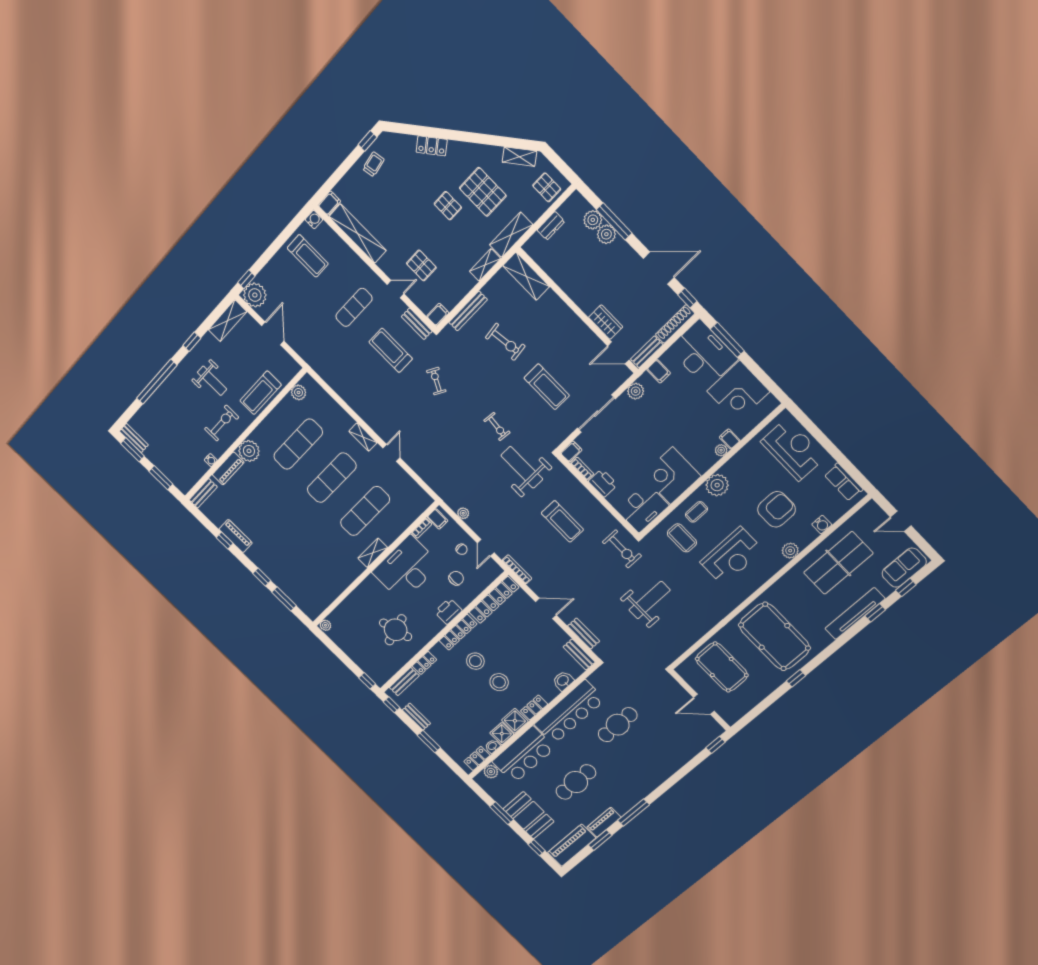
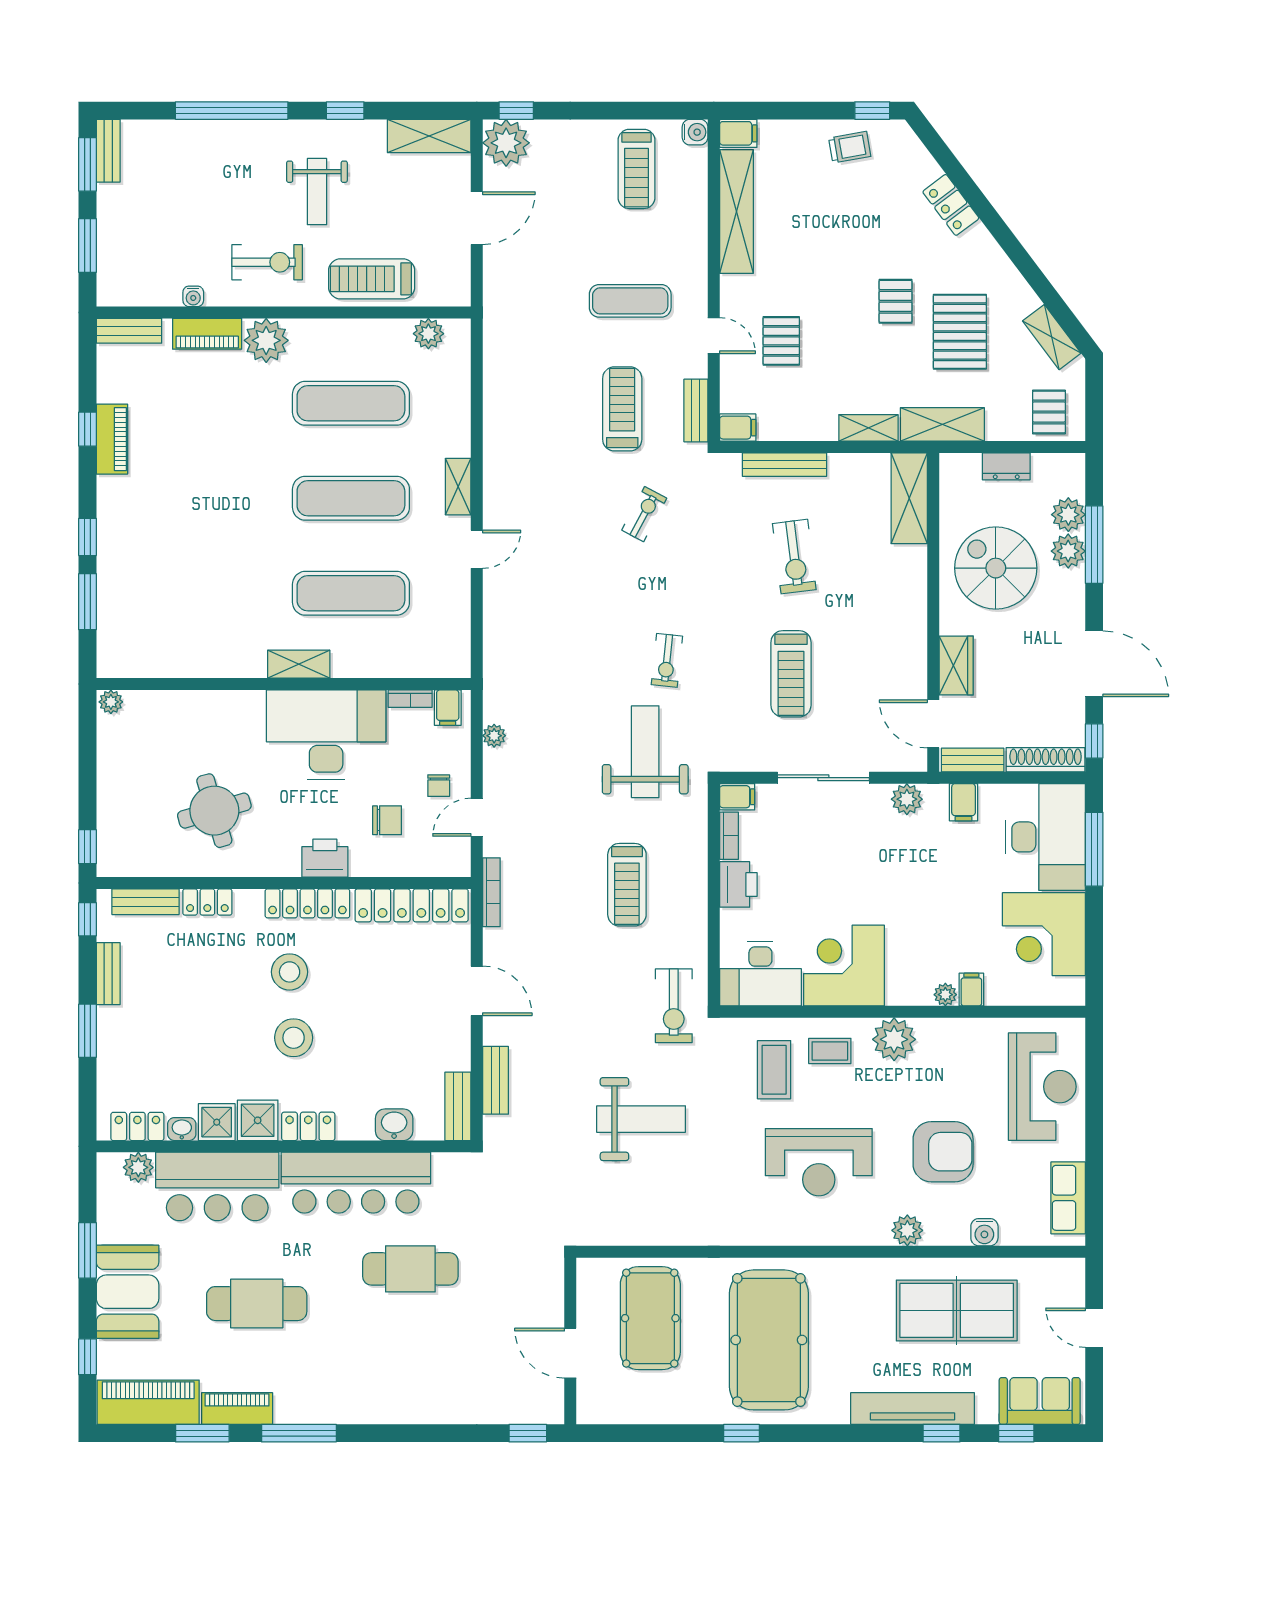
spiral stairs: (585, 269) -> (996, 568), added

